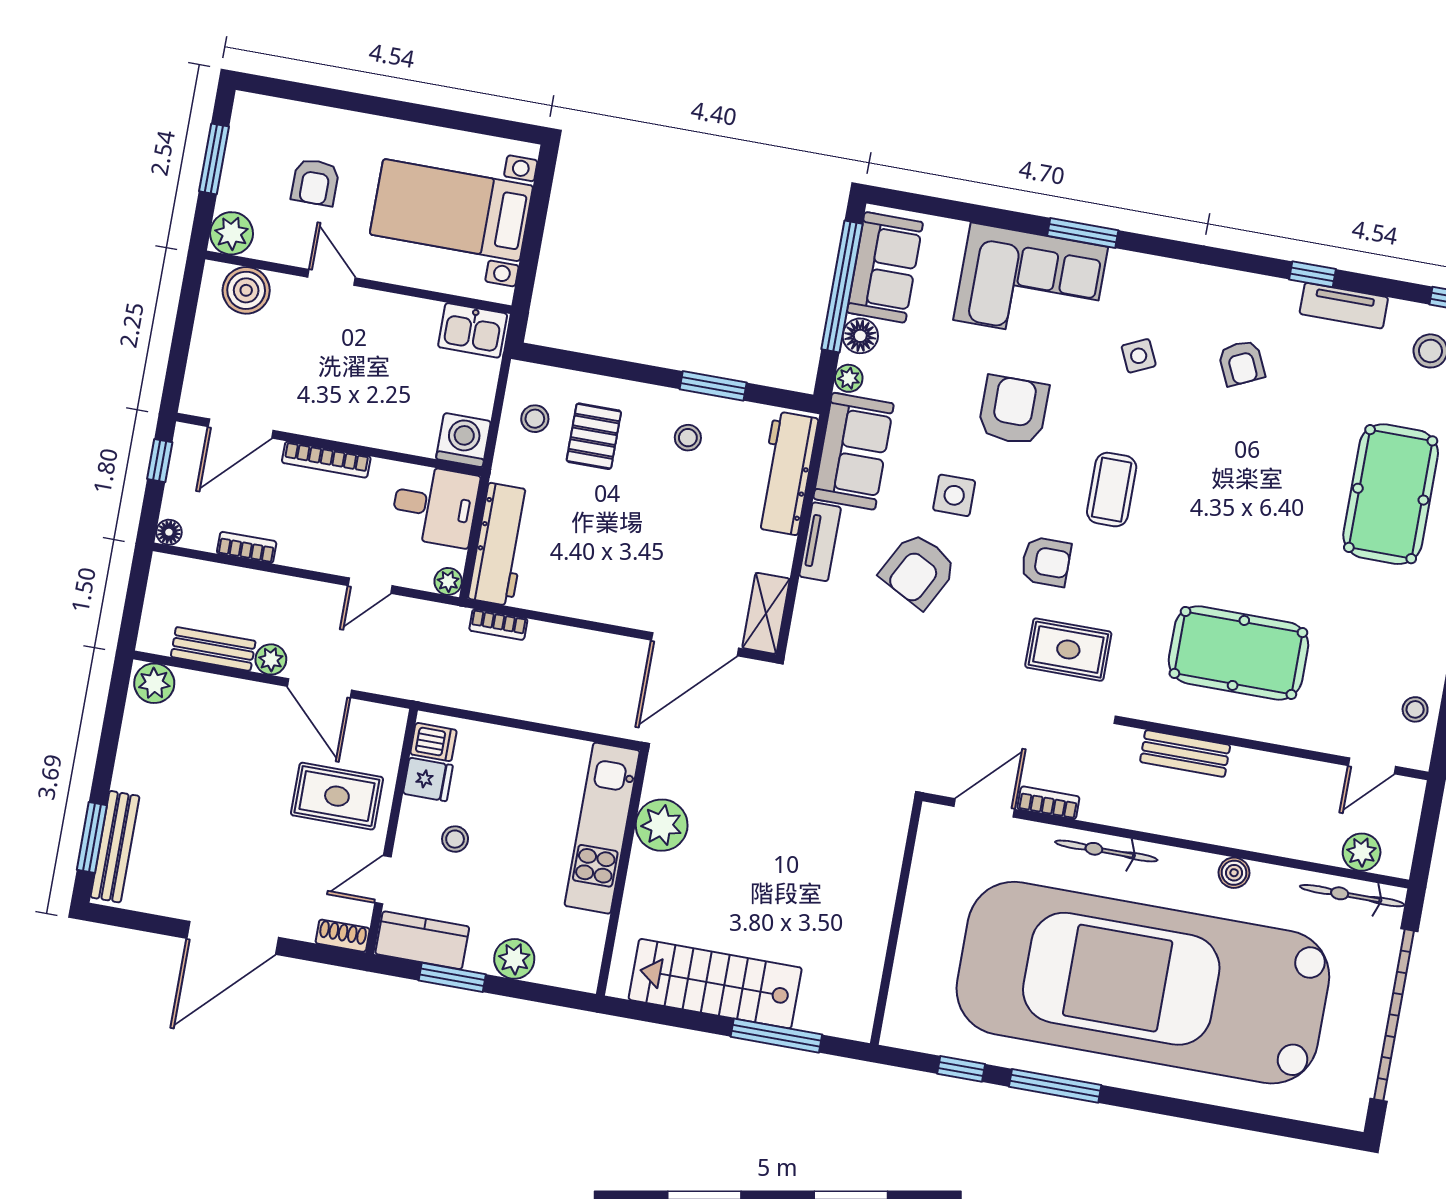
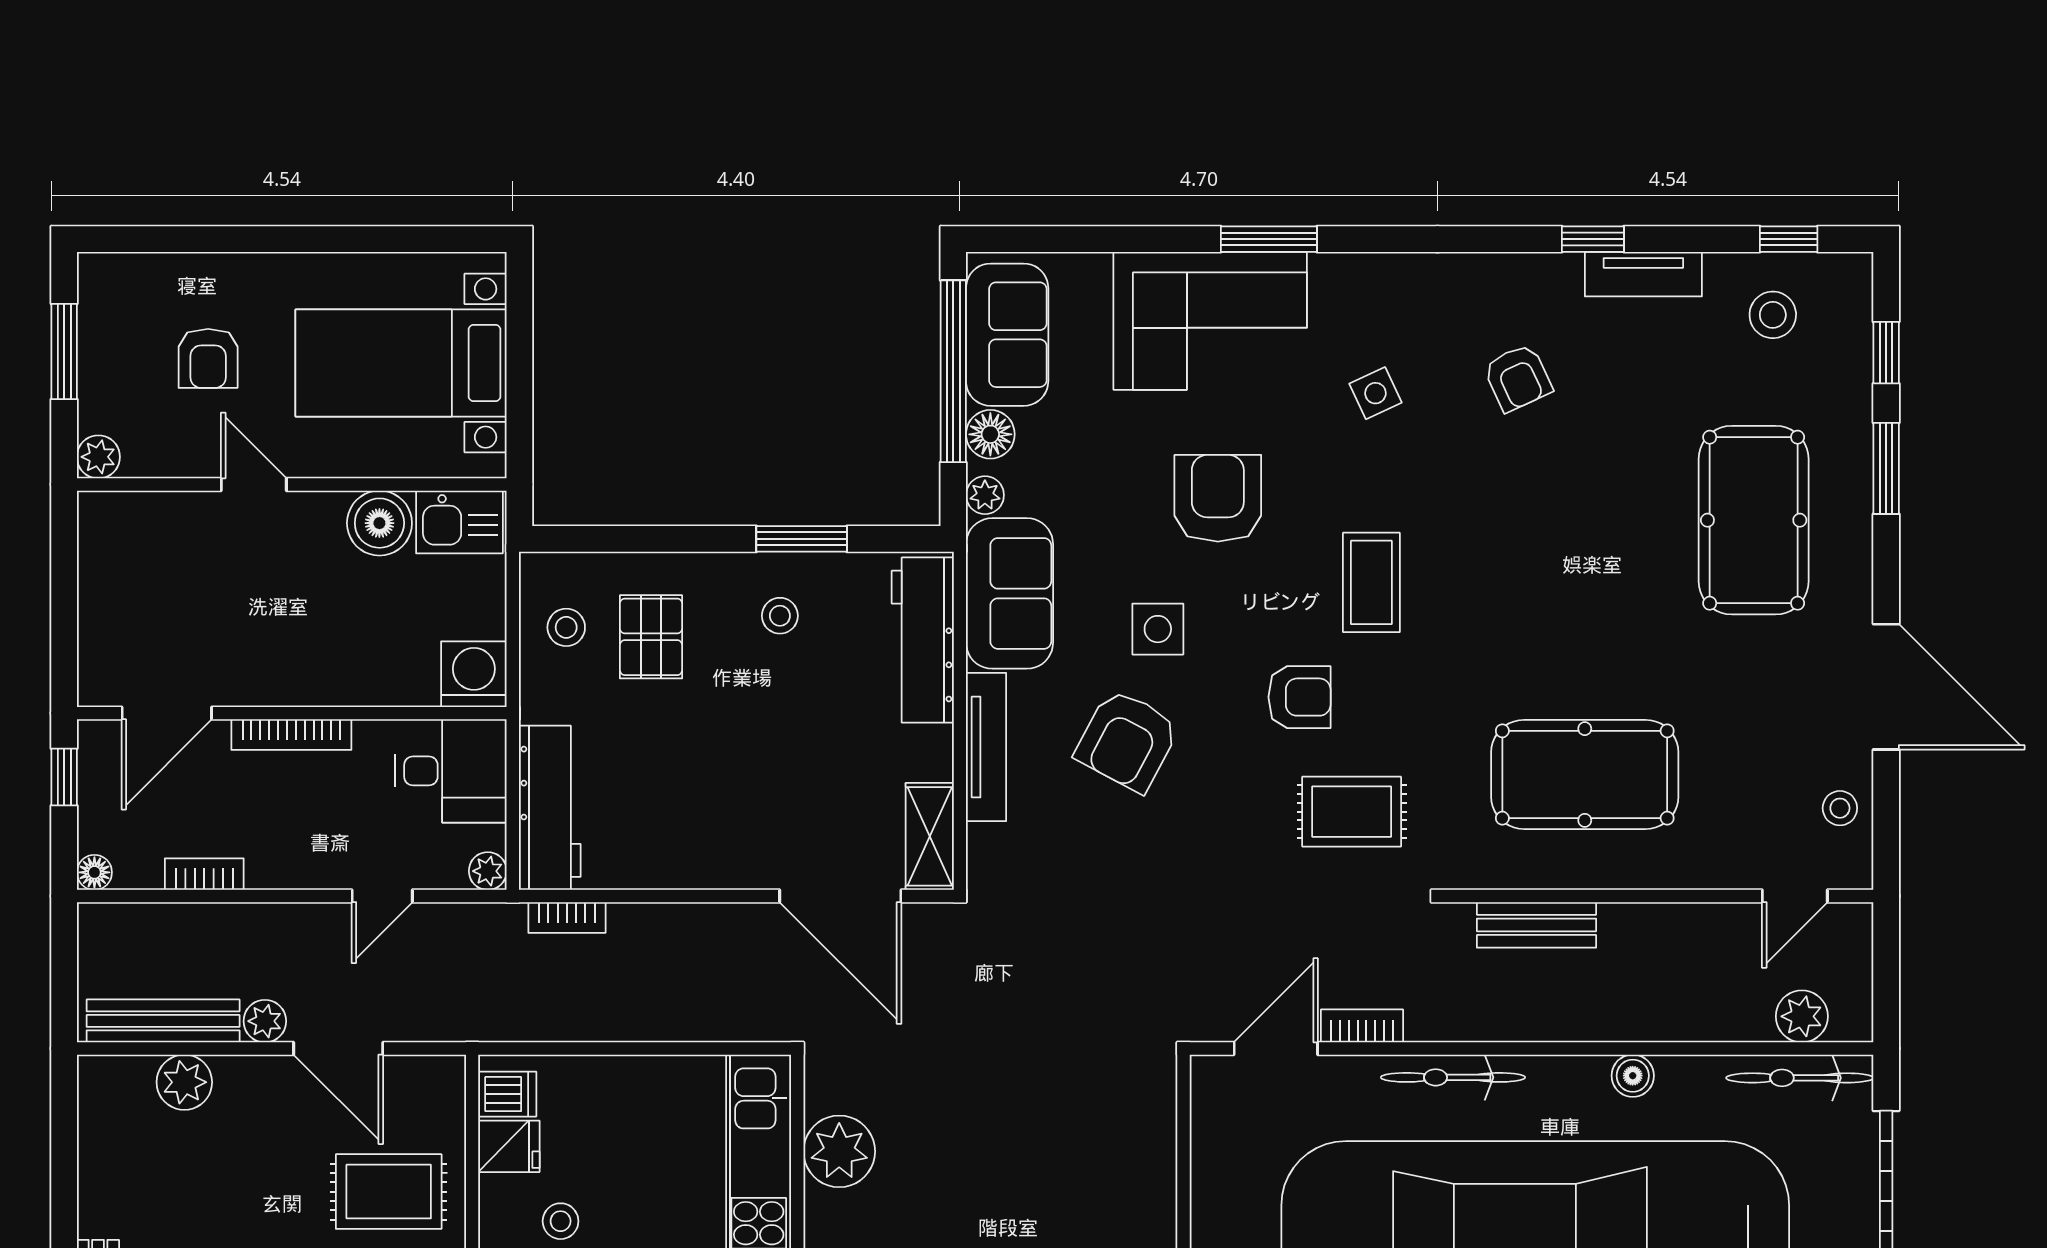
plant: (232, 233) -> (98, 457), width x0.73, depth x0.73
boiler: (246, 290) -> (379, 523), moved
tv unit: (820, 542) -> (986, 747), width x1.41
door: (695, 644) -> (840, 896), hinge flipped
bench: (213, 649) -> (163, 1021), width x1.36
plant: (154, 683) -> (184, 1082), moved

